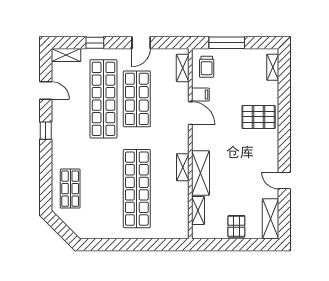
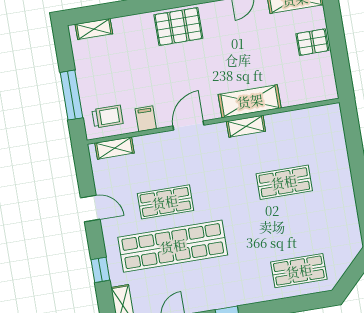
shop shelf: (137, 99) -> (165, 202), width x0.70, depth x0.74
door: (190, 113) -> (188, 125), moved
pallet: (259, 117) -> (178, 27), moved, turned 90
shop shelf: (137, 189) -> (284, 182), width x0.50, depth x0.74
shelving: (198, 211) -> (300, 96), removed

